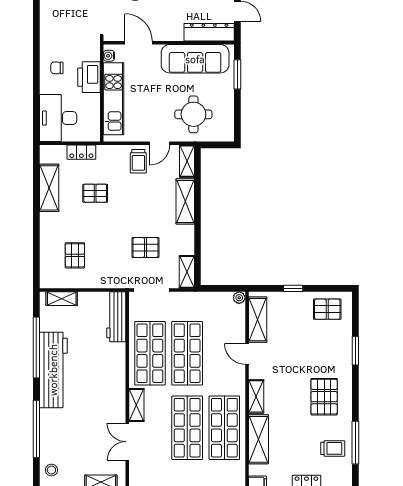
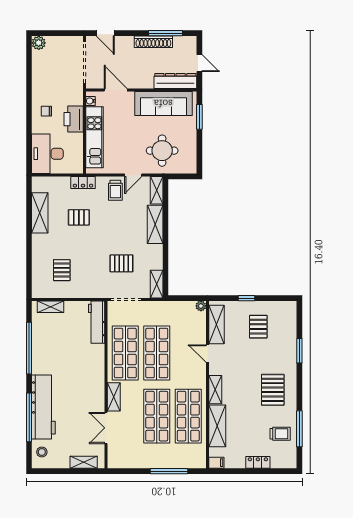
locker: (81, 152) -> (83, 183), moved
pallet: (327, 309) -> (258, 327), moved, turned 90
workbench: (53, 370) -> (43, 407), moved

